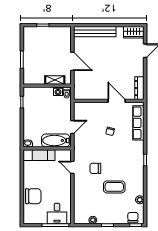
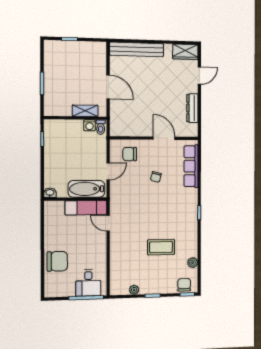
dresser: (139, 88) -> (192, 108), moved
exam couch: (39, 155) -> (86, 208), moved
chair: (95, 168) -> (130, 154), moved

